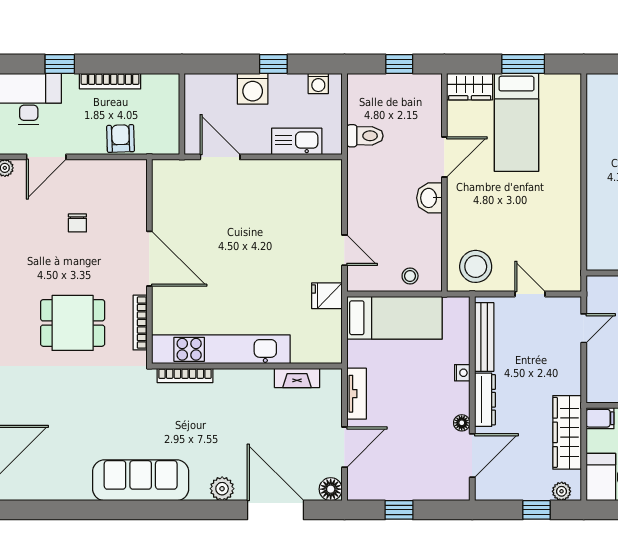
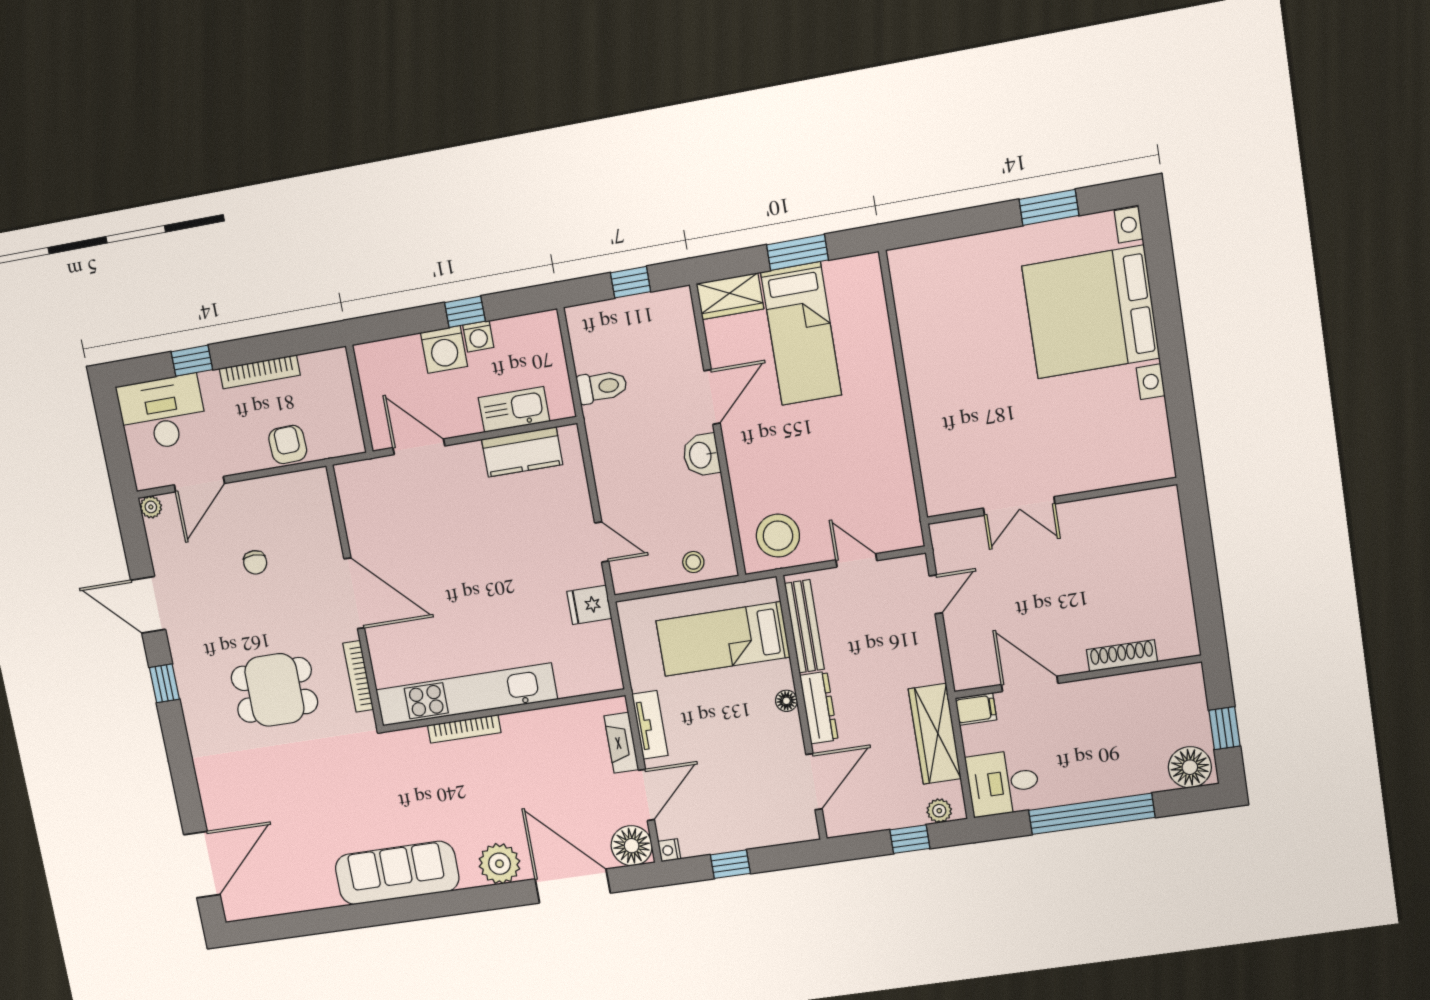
washing machine: (318, 83) -> (478, 336), moved
kitchen counter: (297, 174) -> (522, 452), added
bed: (394, 318) -> (723, 639), moved, turned 180
nightstand: (462, 373) -> (669, 850), moved, turned 180
bookcase: (185, 375) -> (464, 729), moved
fireplace: (297, 378) -> (621, 743), moved, turned 90
floor lamp: (462, 423) -> (786, 701), moved
plant: (222, 489) -> (499, 864), width x1.36, depth x1.36
floor lamp: (331, 489) -> (632, 846), width x1.38, depth x1.38

